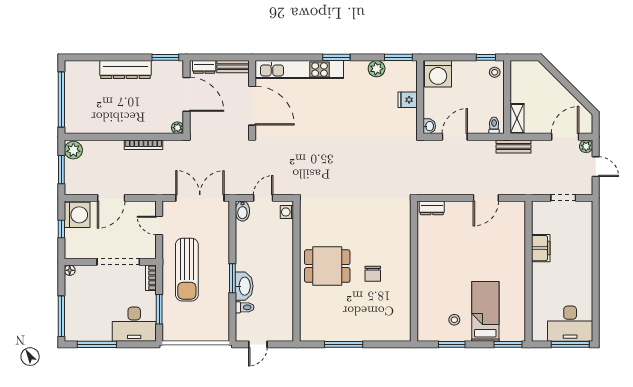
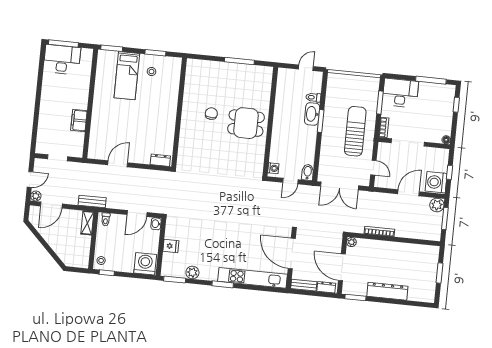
window: (61, 99) -> (439, 273), width x0.47
plant: (73, 150) -> (437, 205), moved
door: (596, 167) -> (30, 179), swing flipped
window: (61, 316) -> (456, 105), width x0.46

